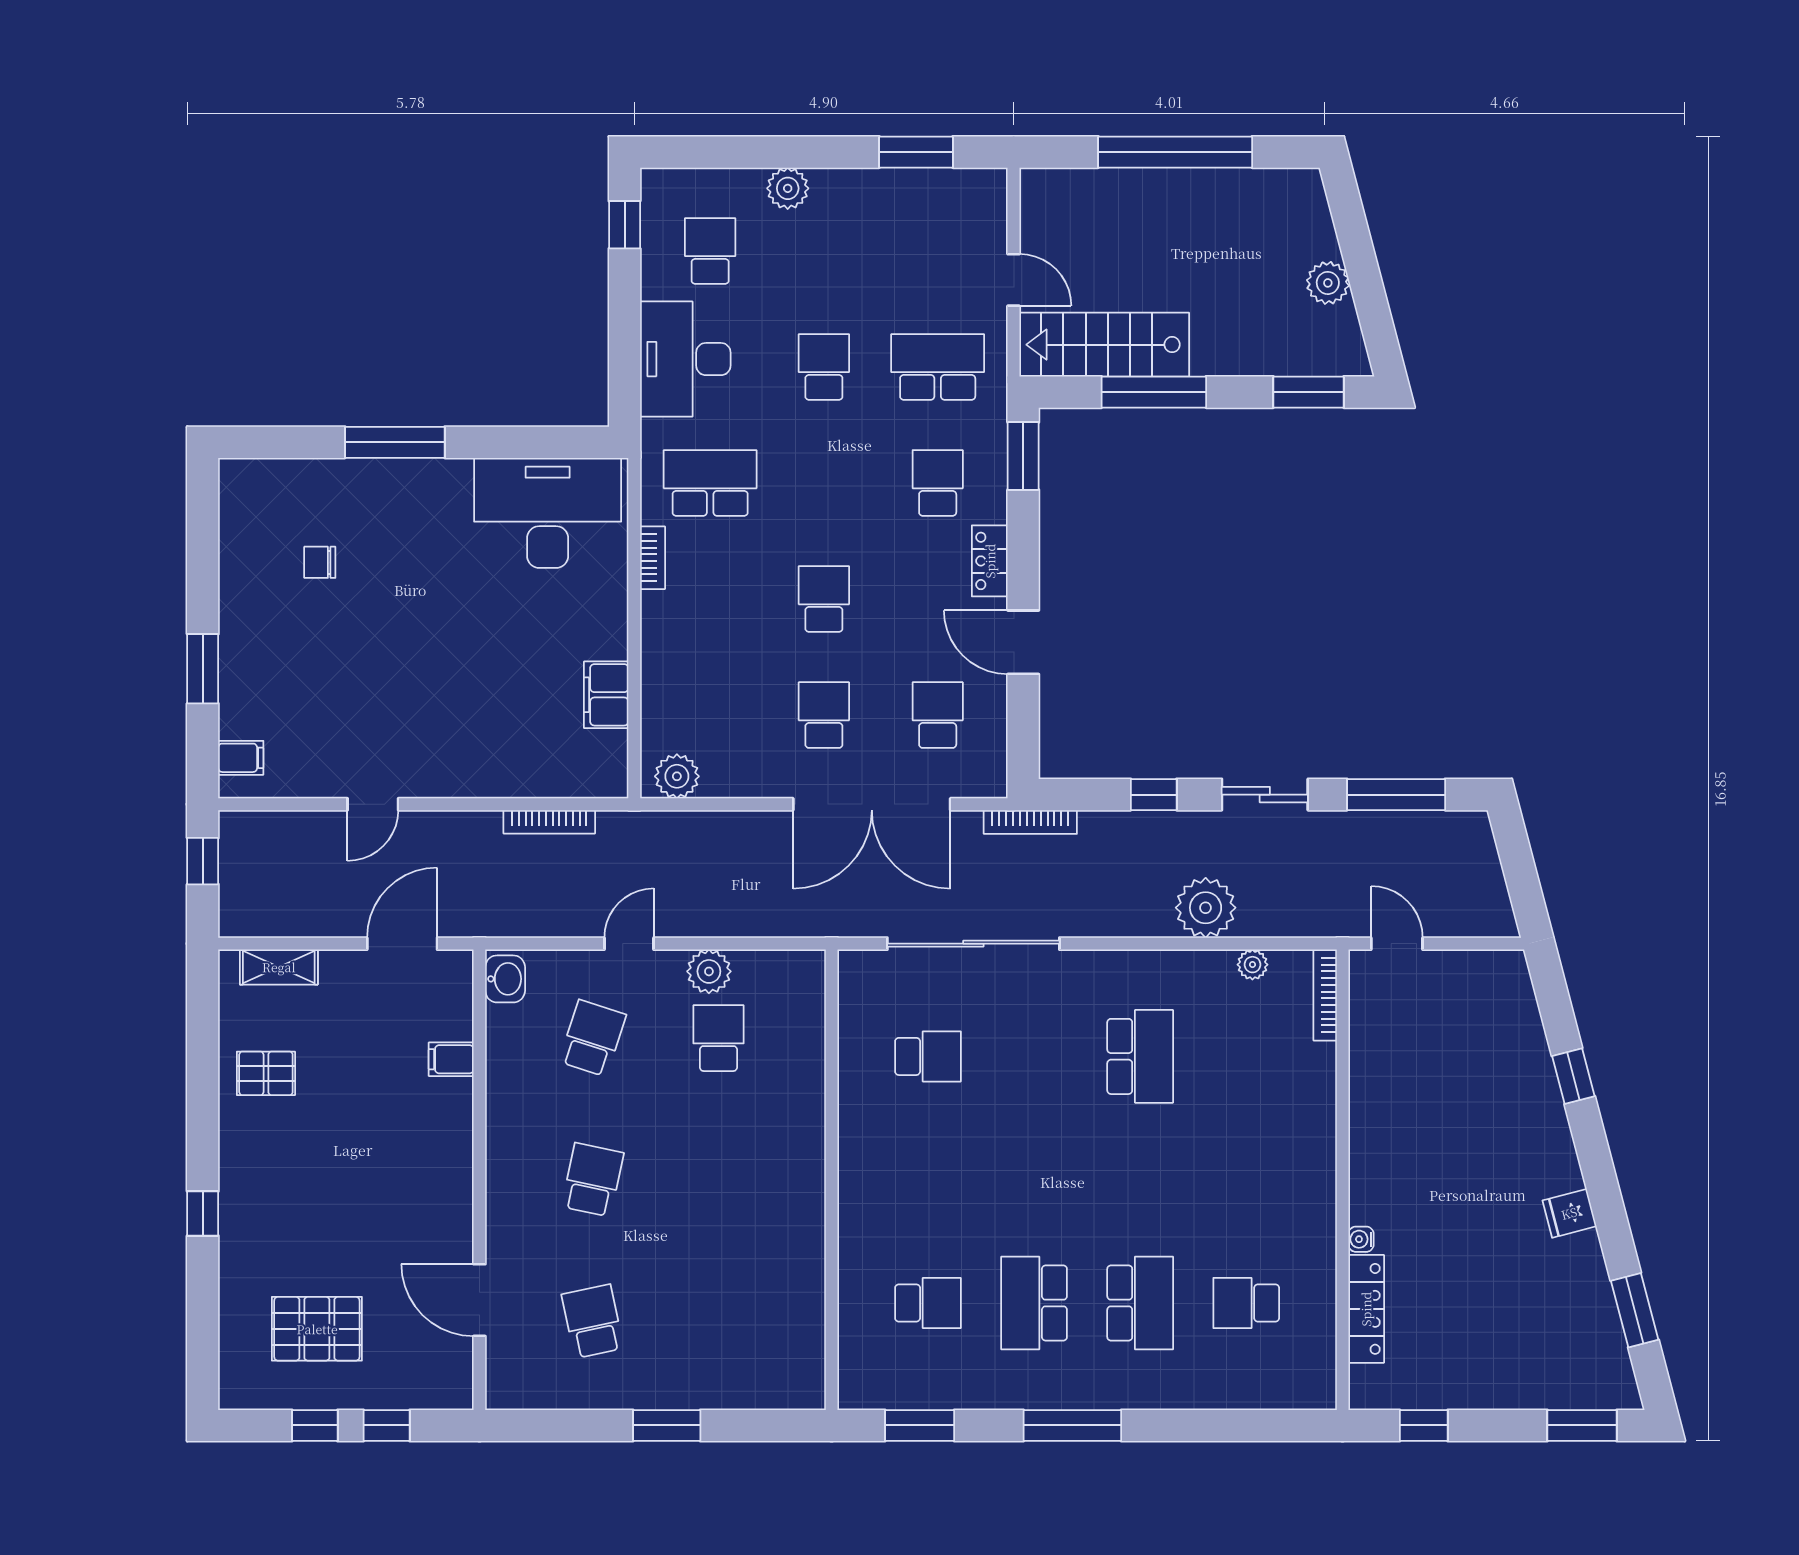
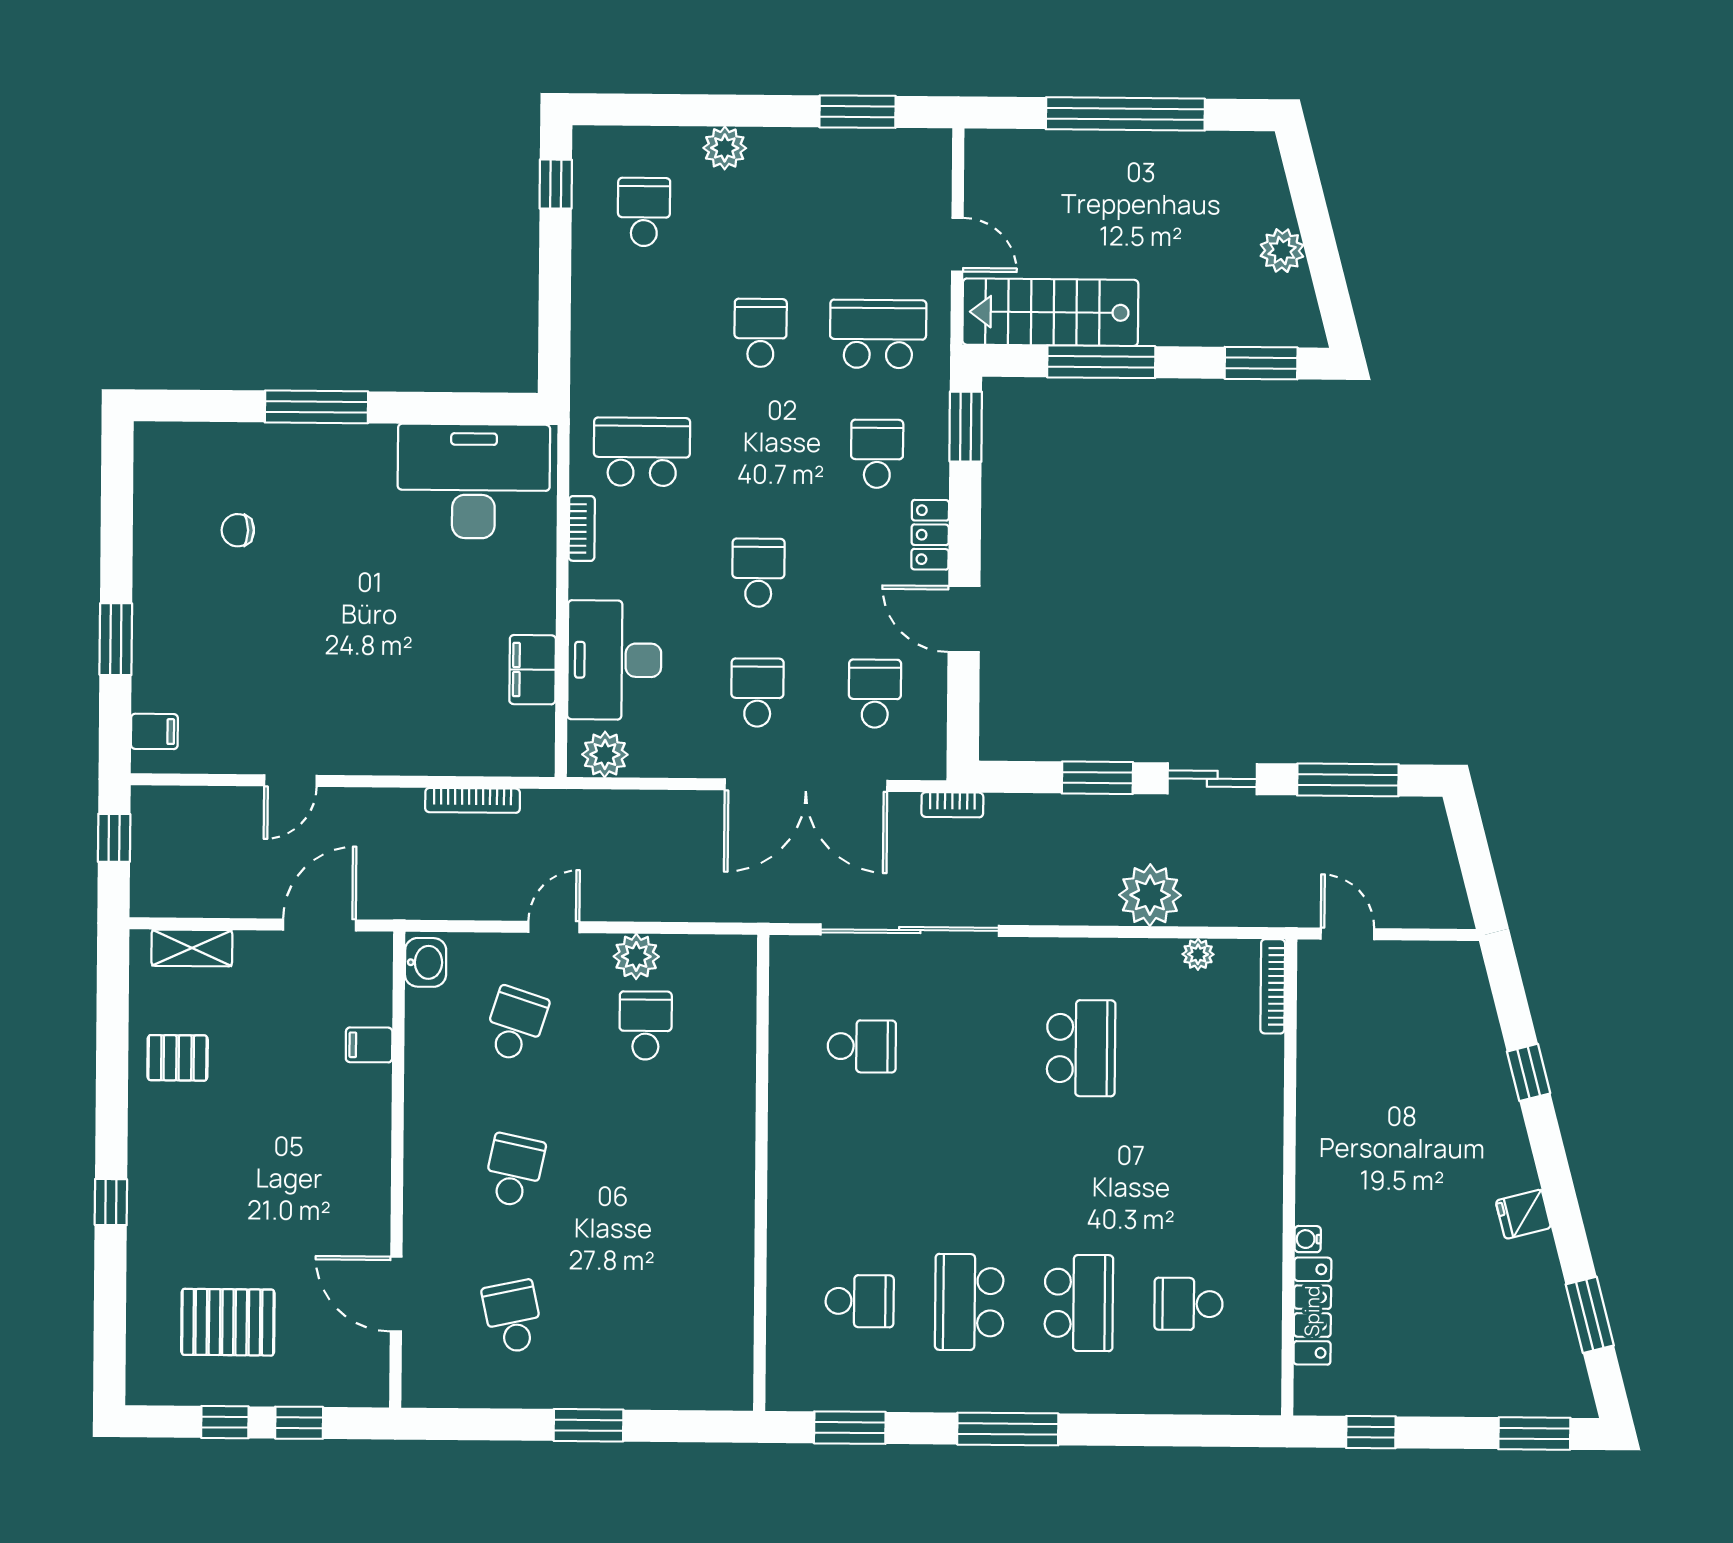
desk: (685, 359) -> (614, 660), moved
window: (1154, 795) -> (1097, 778), width x1.50
bookcase: (1030, 822) -> (952, 805), width x0.64

